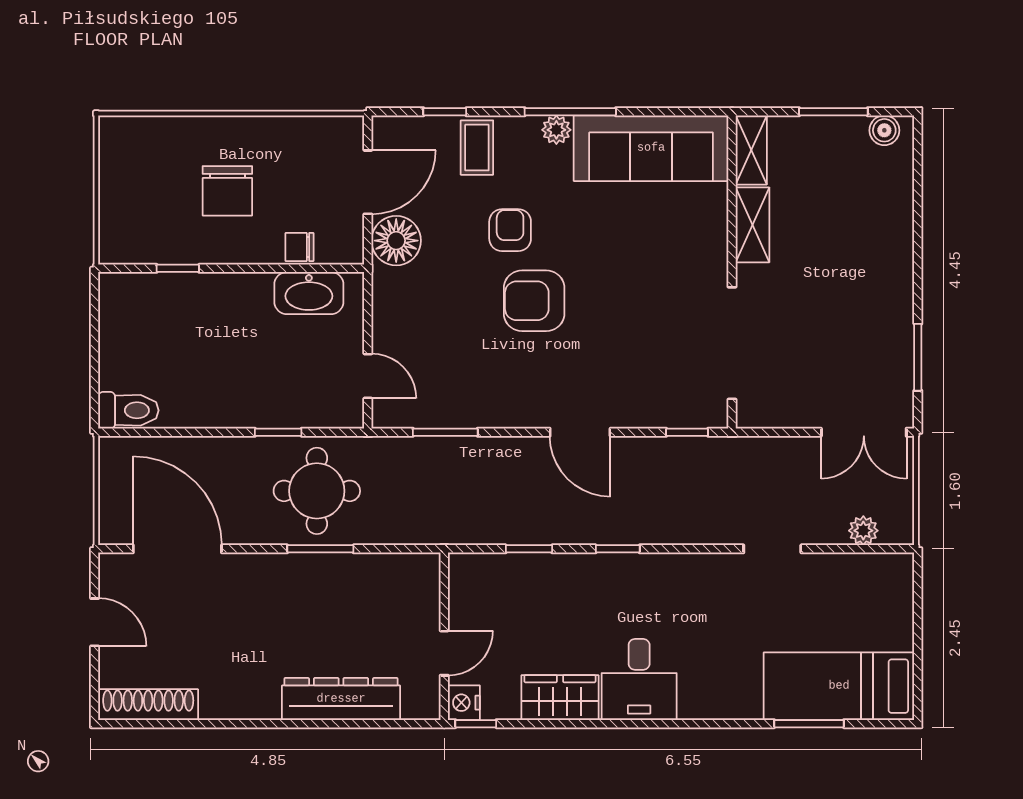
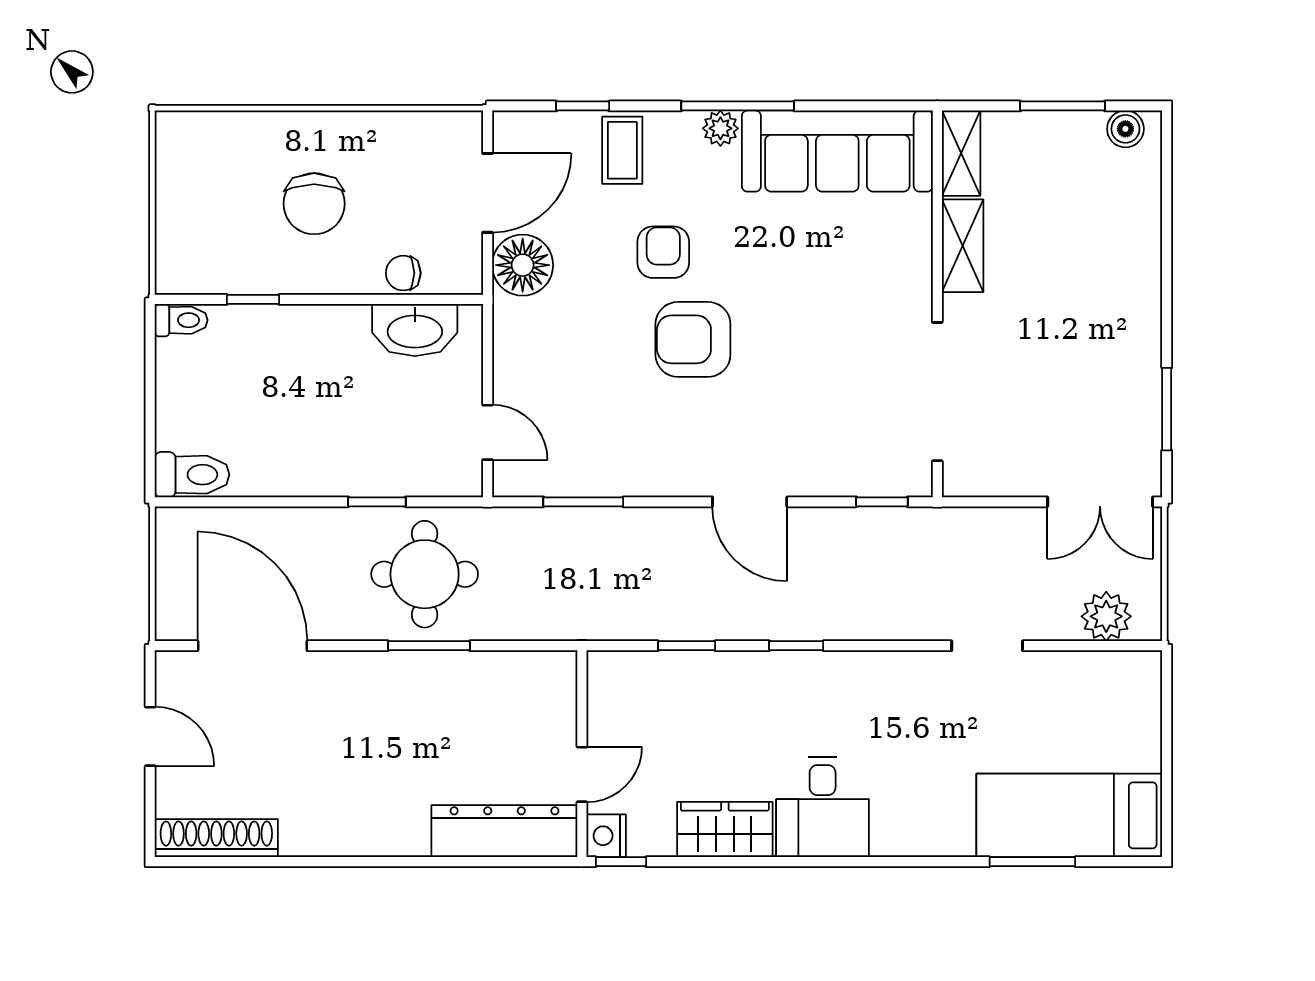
toilet: (120, 285) -> (181, 320), added
plant: (863, 531) -> (1106, 616), width x1.38, depth x1.38
dresser: (341, 699) -> (504, 831), moved

